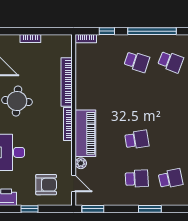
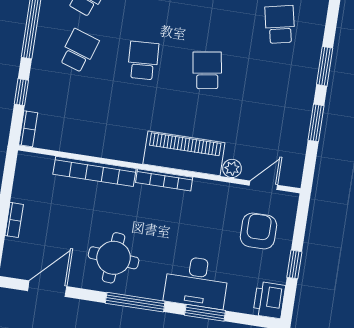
school desk: (137, 179) -> (143, 60), moved
window: (93, 209) -> (316, 123), moved

